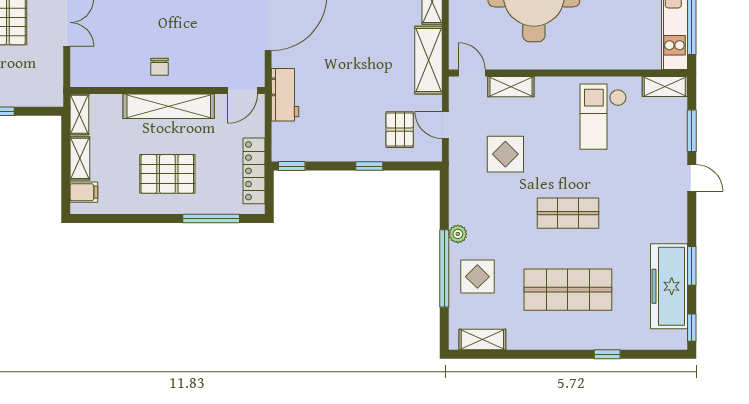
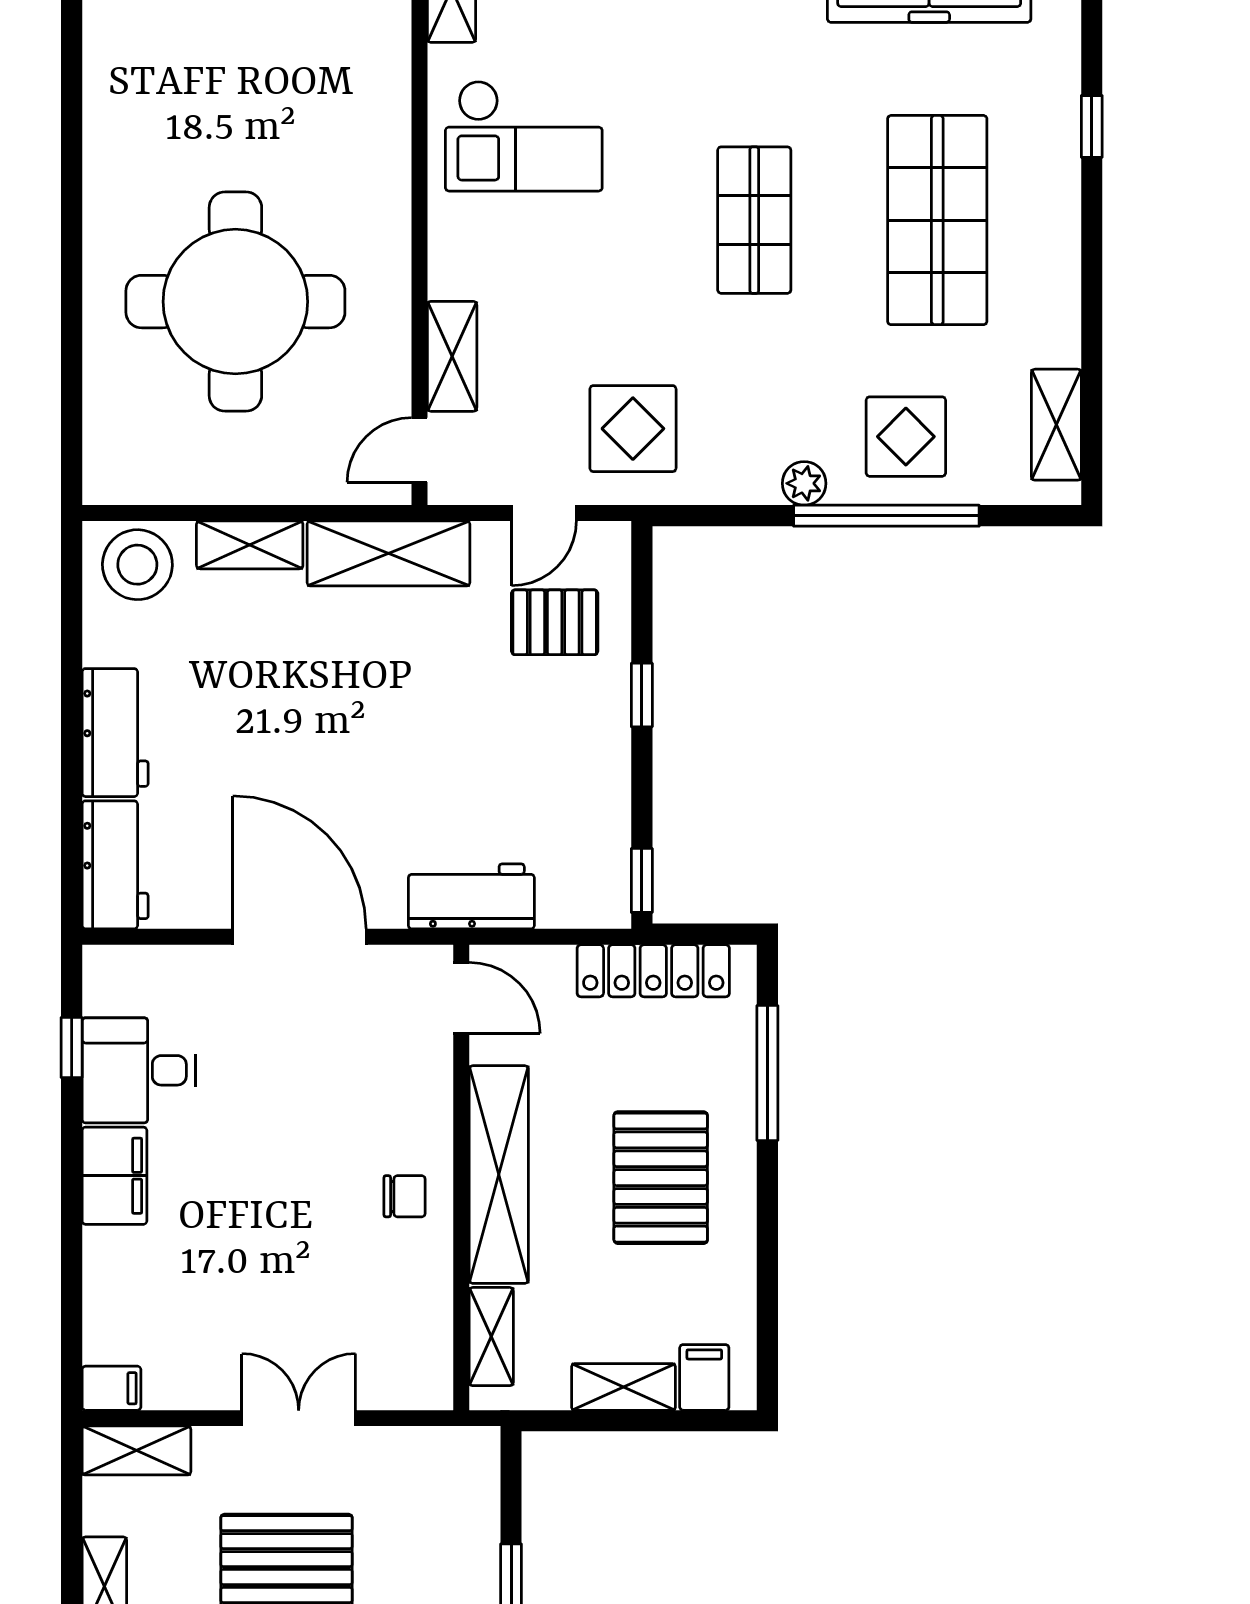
shelving: (79, 114) -> (491, 1337), moved, turned 90
display table: (505, 154) -> (633, 429), moved

